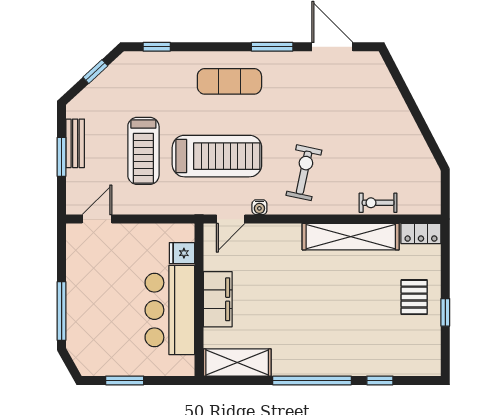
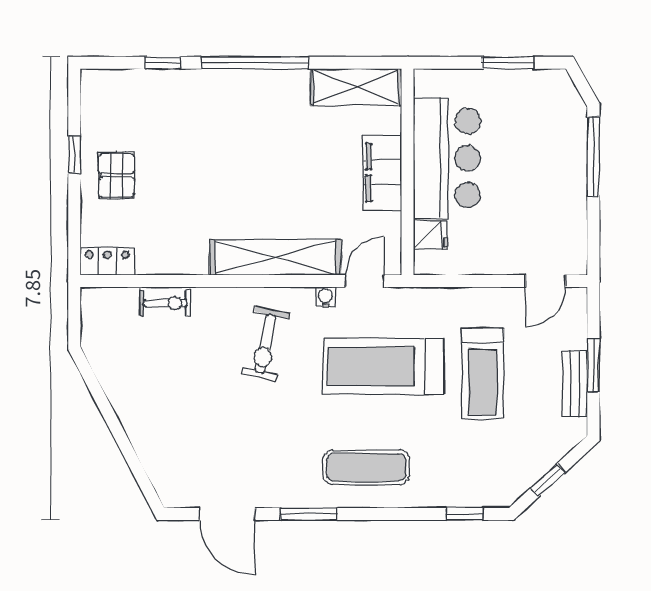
treadmill: (143, 151) -> (483, 373), turned 180
shelving: (351, 237) -> (275, 257), moved

